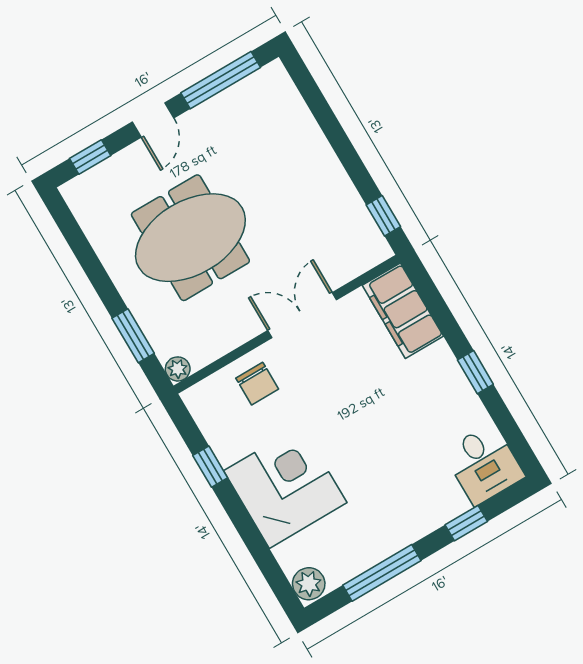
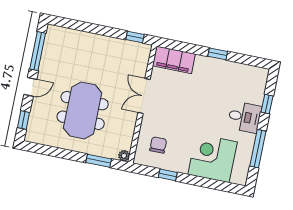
door: (153, 120) -> (30, 87), hinge flipped
chair: (257, 384) -> (158, 145), moved, turned -90
desk: (484, 464) -> (244, 117), moved
corner desk: (285, 487) -> (213, 158), moved
plant: (309, 584) -> (239, 177), removed

